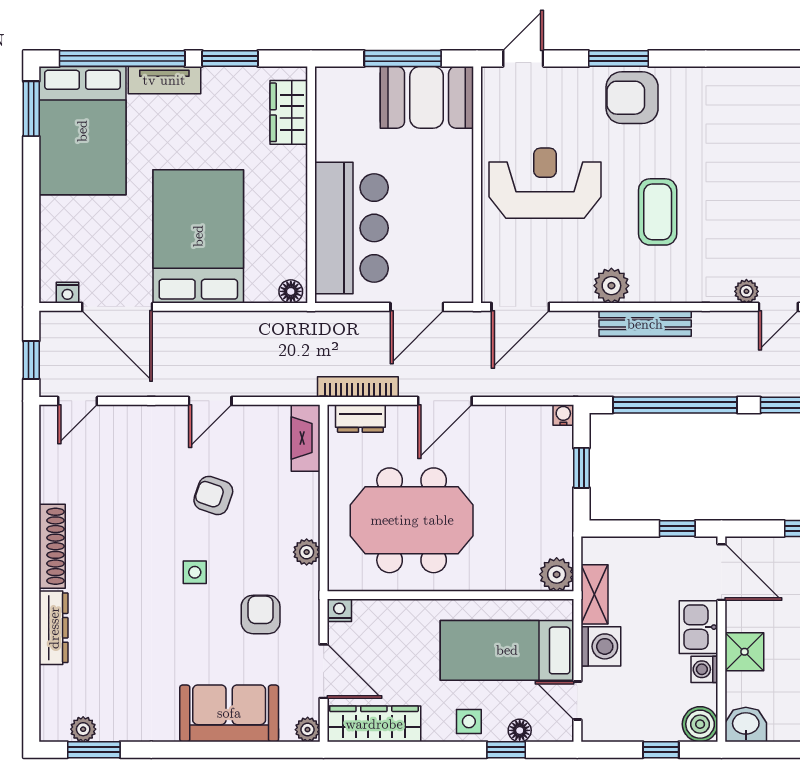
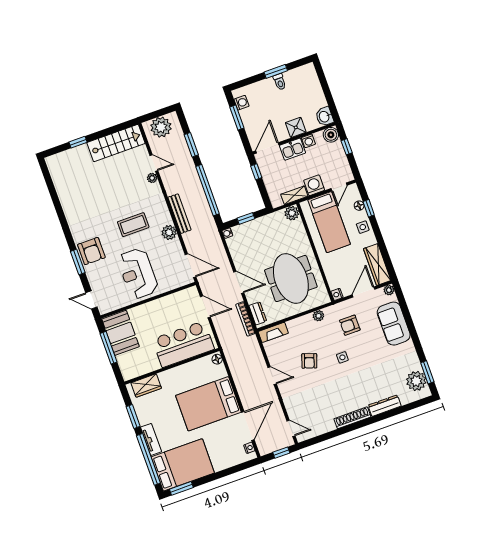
plant: (83, 729) -> (416, 381), width x1.87, depth x1.87

